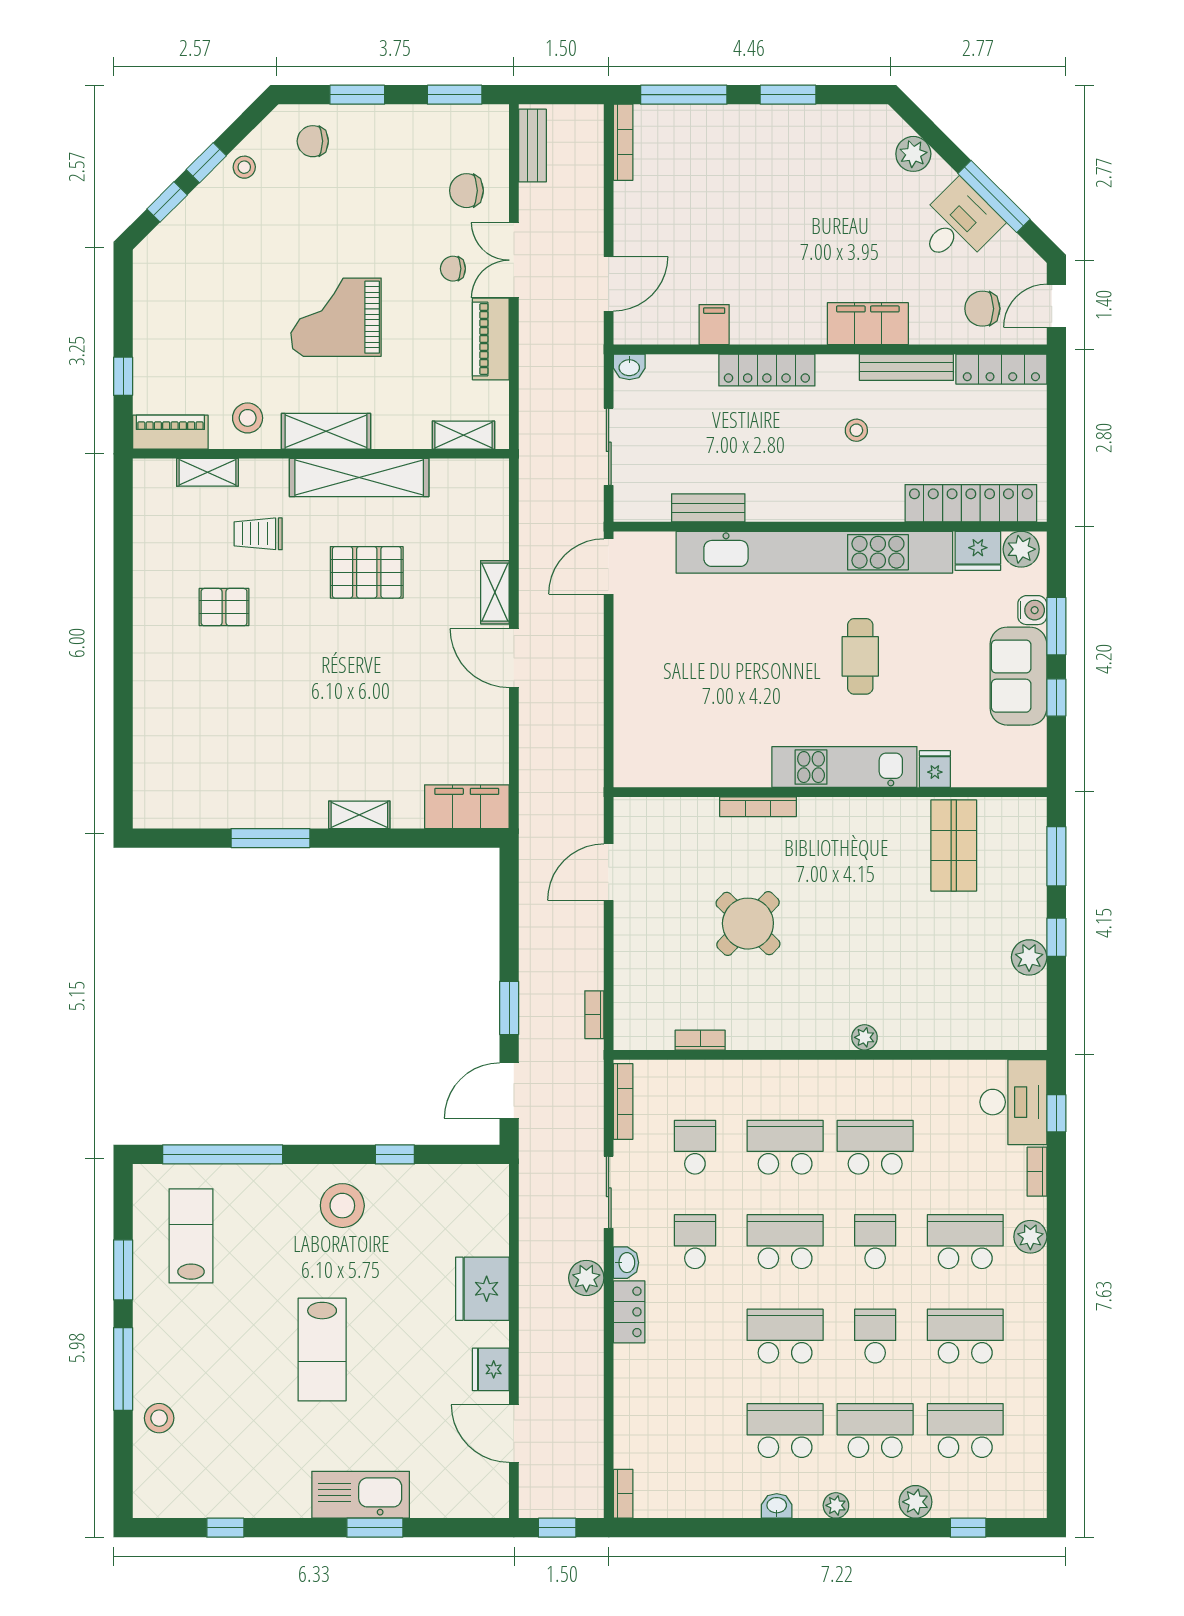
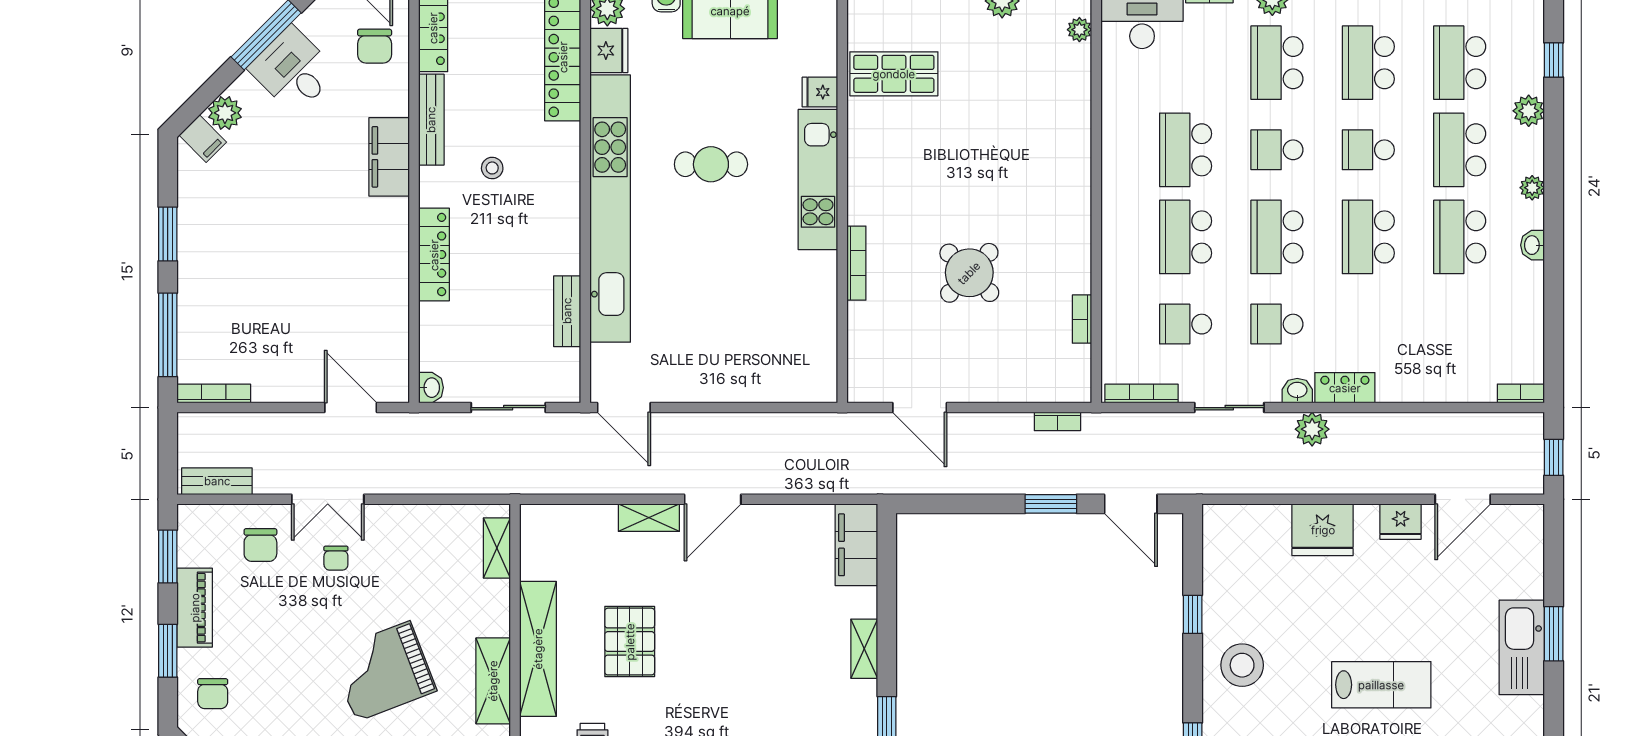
grand piano: (336, 317) -> (383, 671), turned 69
filing cabinet: (714, 325) -> (203, 139), moved, turned -135
piano: (491, 339) -> (195, 608), moved, turned -90
plant: (864, 1037) -> (1079, 30), moved

